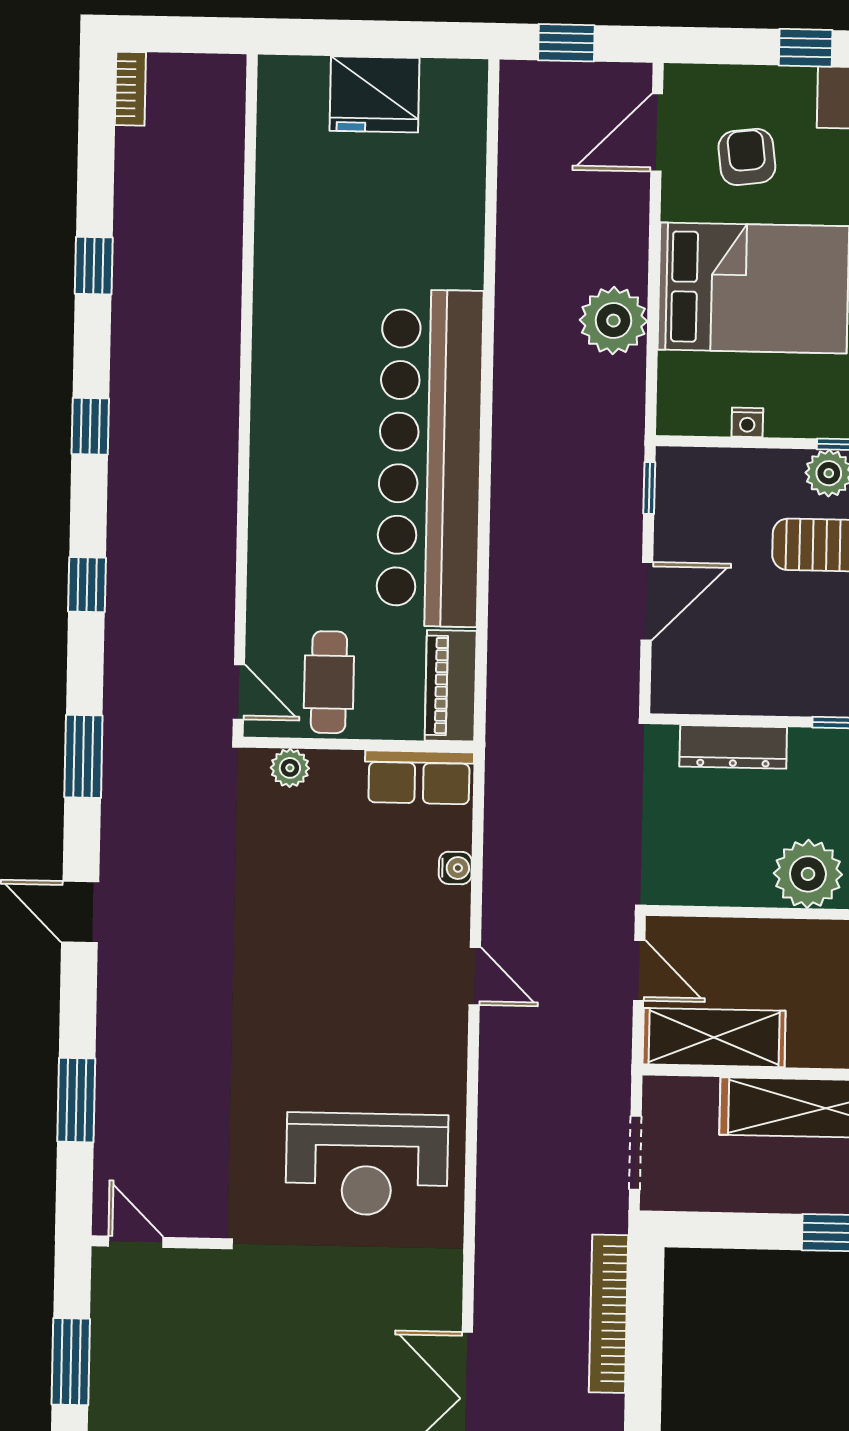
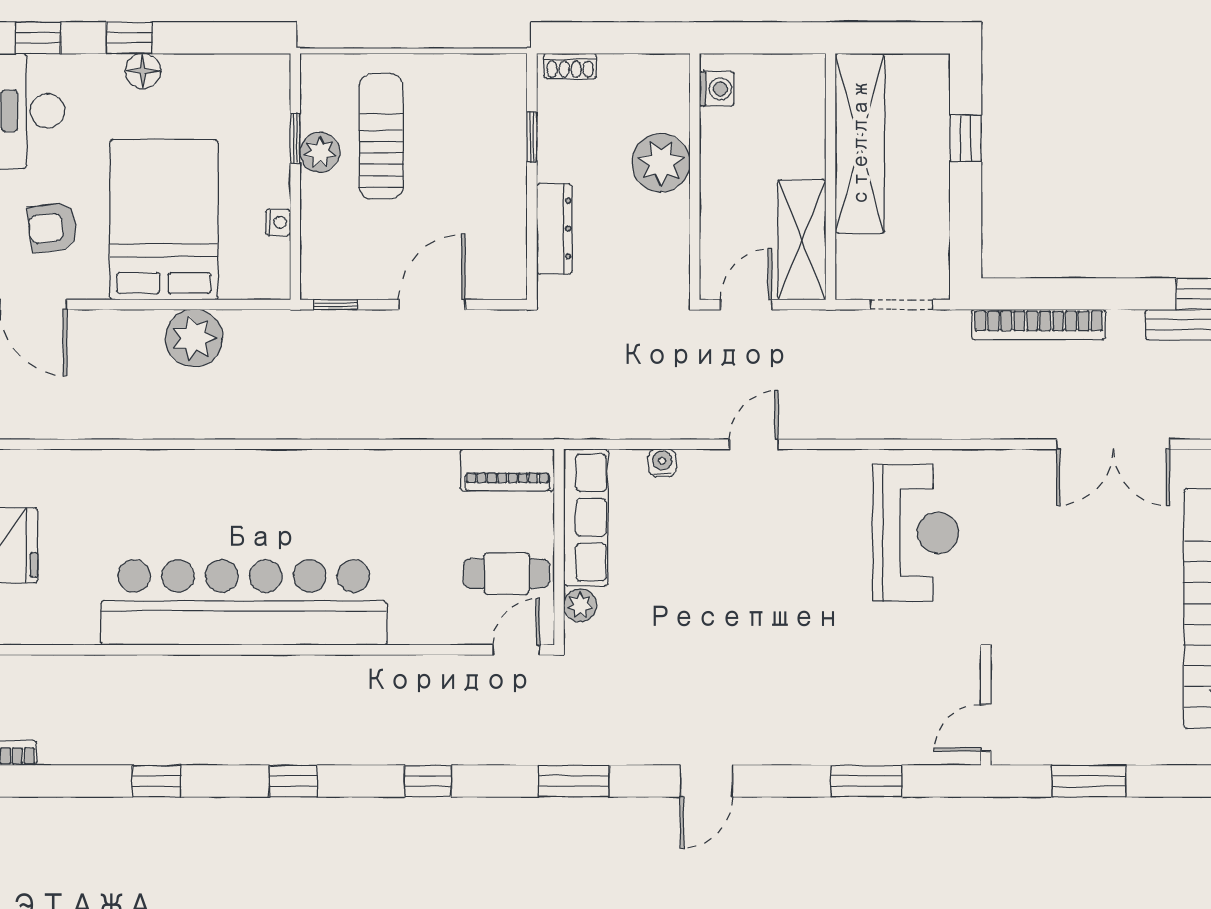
bar counter: (430, 458) -> (244, 602), moved, turned 180
door: (647, 601) -> (432, 305), hinge flipped
row of seats: (419, 777) -> (586, 517), width x1.48

